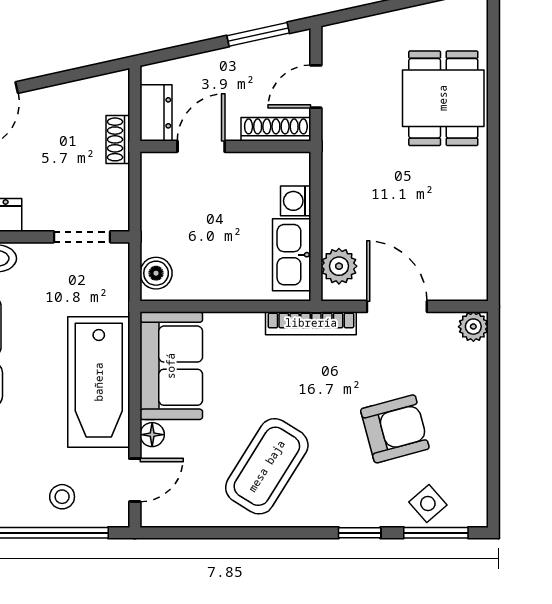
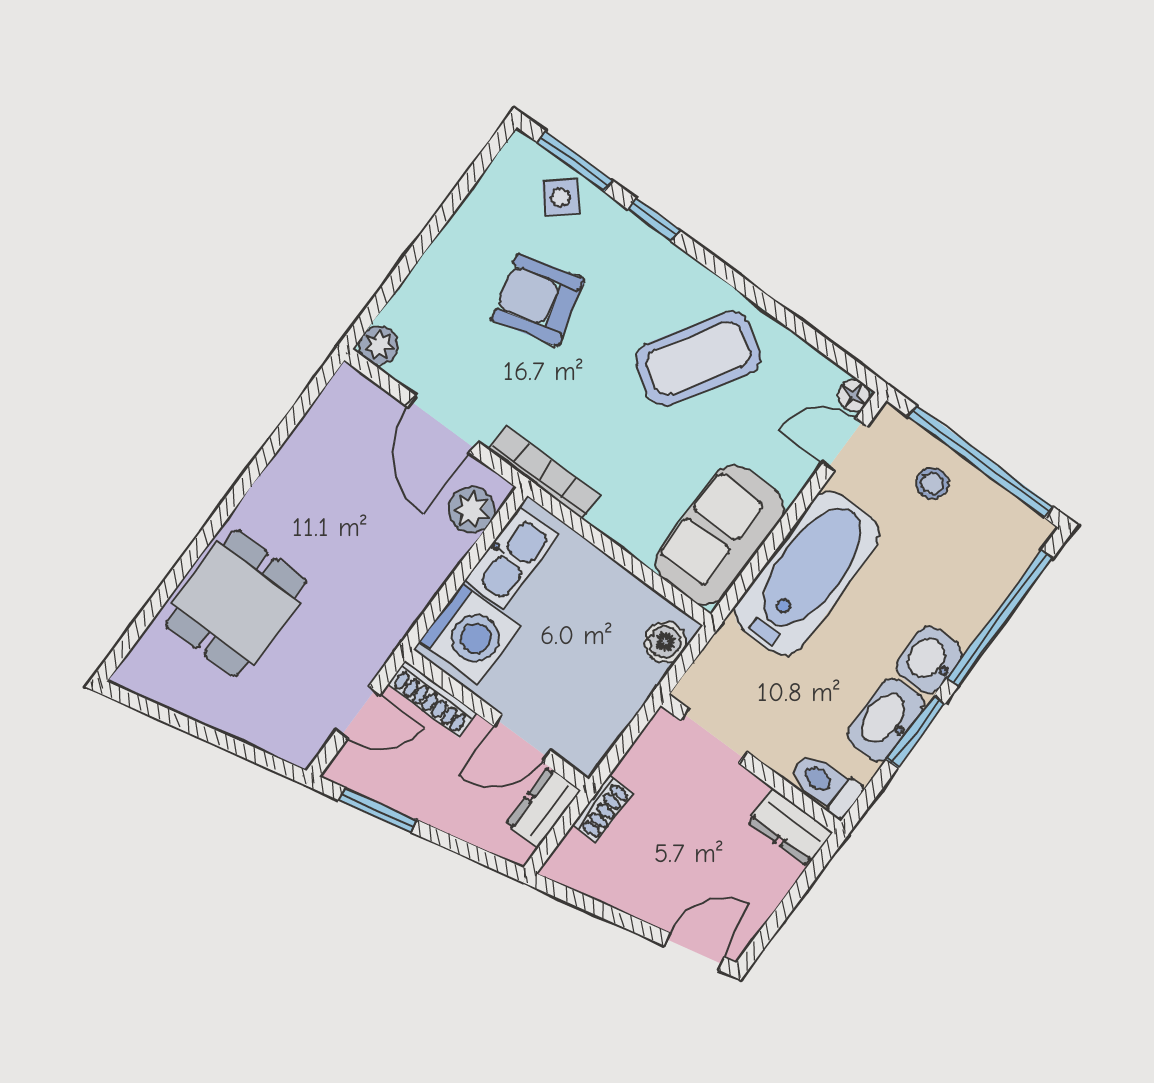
washing machine: (296, 201) -> (470, 634), width x1.89, depth x1.89
floor lamp: (152, 435) -> (854, 395), moved

